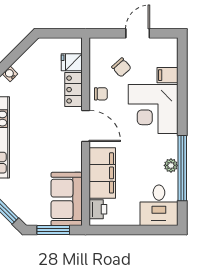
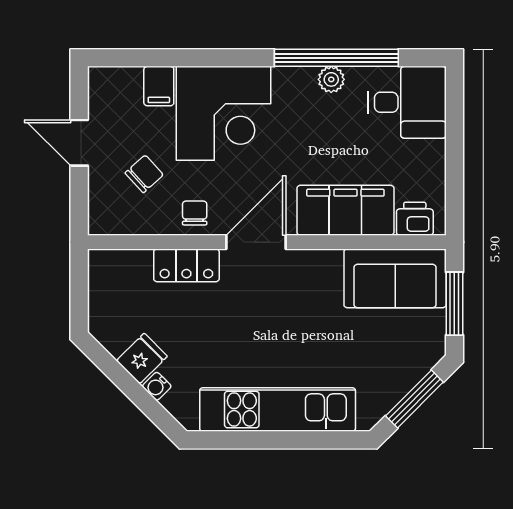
fridge: (72, 62) -> (142, 359), moved, turned -135

